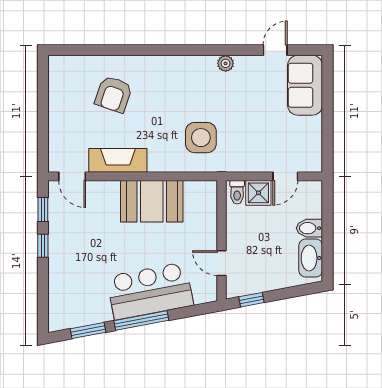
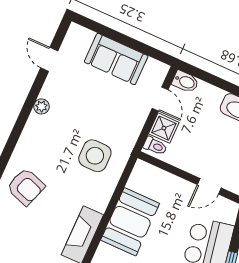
sofa: (305, 85) -> (116, 59), moved
armchair: (114, 94) -> (26, 187), moved
bidet: (309, 228) -> (185, 82), moved, turned -90

